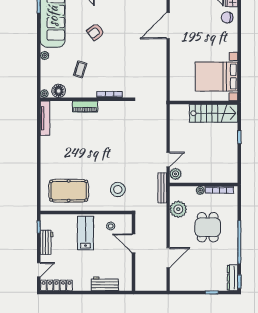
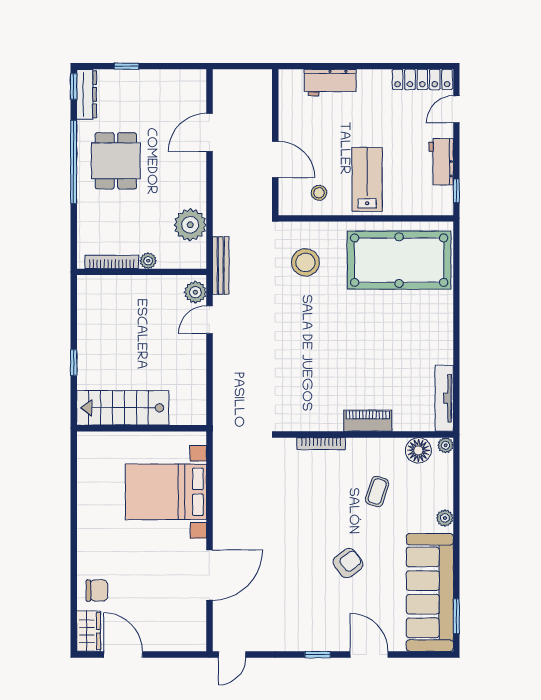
bed with nightstands: (217, 77) -> (166, 492), moved, turned 180
pool table: (69, 191) -> (399, 260), width x1.36, depth x1.32
dining table: (208, 227) -> (116, 161), moved
lab bench: (85, 233) -> (367, 179), turned 180

